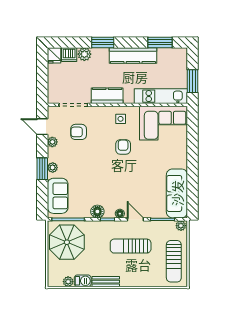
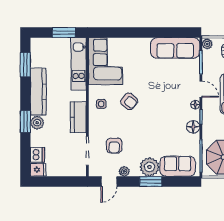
plant: (84, 54) -> (37, 123), moved
armchair: (123, 147) -> (129, 101), turned -141
plant: (53, 168) -> (150, 167), width x1.87, depth x1.87
door: (135, 219) -> (201, 89), swing flipped

